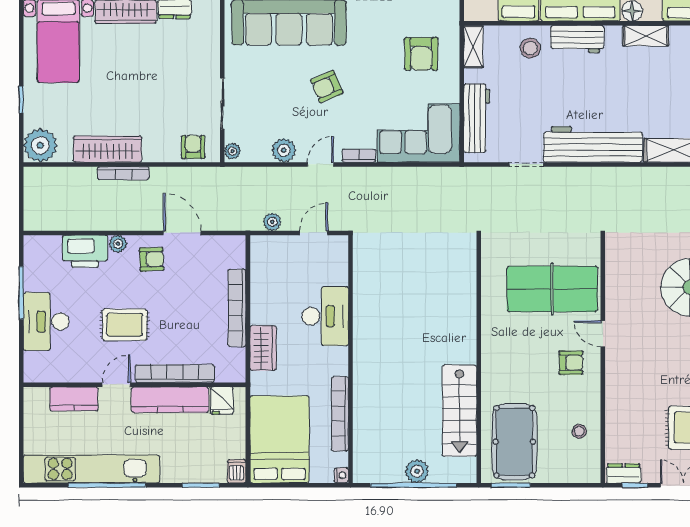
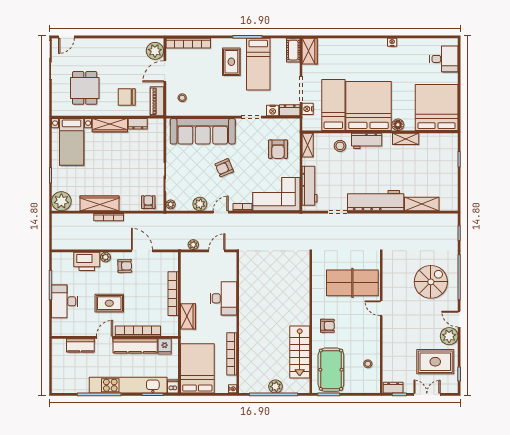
armchair: (571, 363) -> (327, 326), moved
kitchen unit: (91, 469) -> (128, 385), moved

